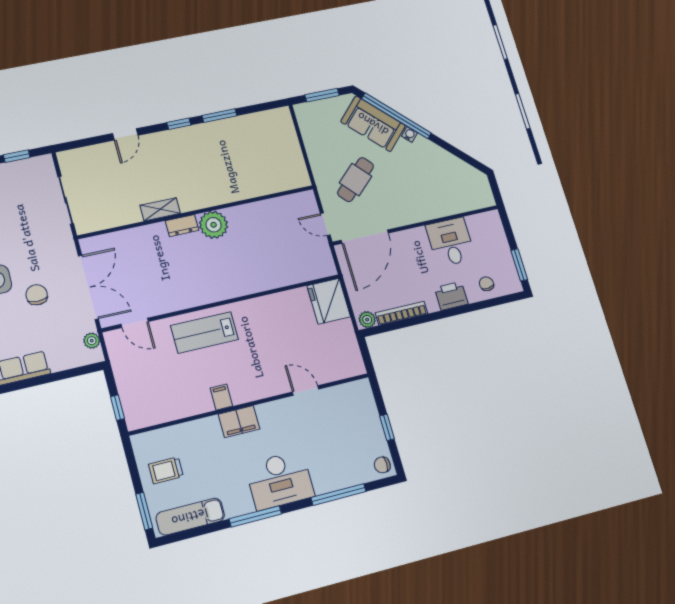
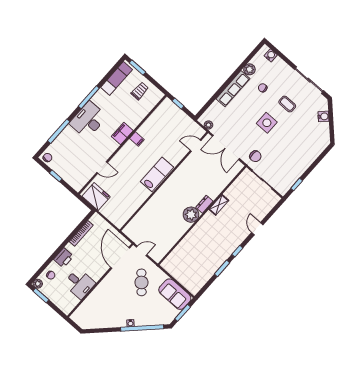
sofa: (373, 124) -> (175, 294), moved, turned -135
chair: (37, 295) -> (255, 156), moved
fridge: (329, 301) -> (96, 197), moved
plant: (367, 320) -> (38, 284), moved
lab bench: (205, 332) -> (157, 174), moved

